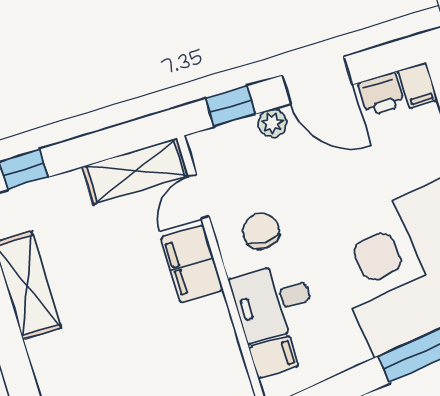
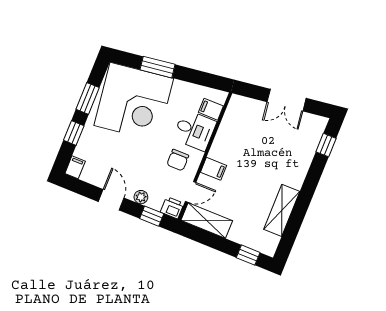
door: (317, 80) -> (111, 200), width x0.73
printer: (381, 94) -> (172, 208), moved
filing cabinet: (192, 264) -> (214, 169), width x0.50

